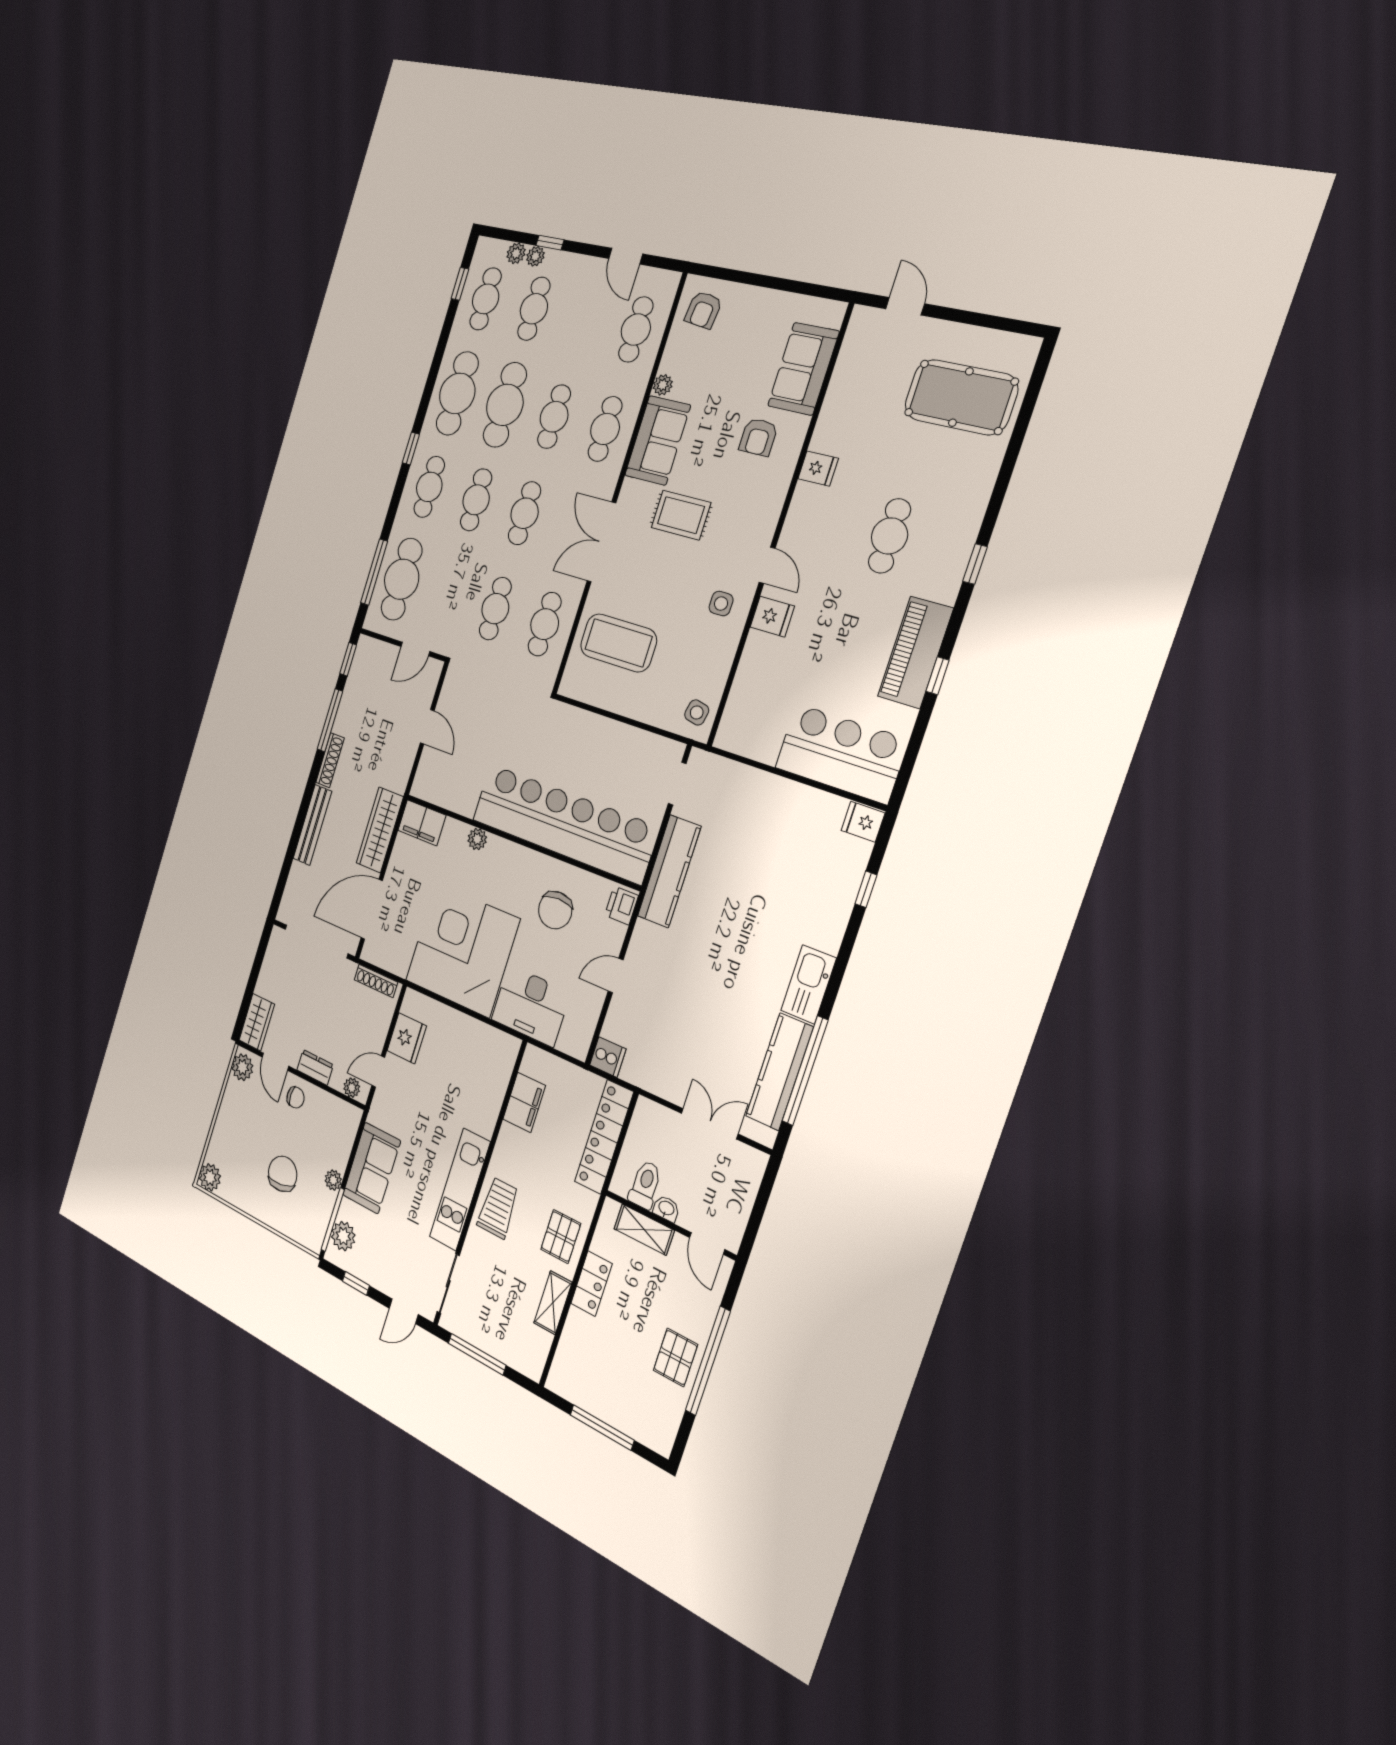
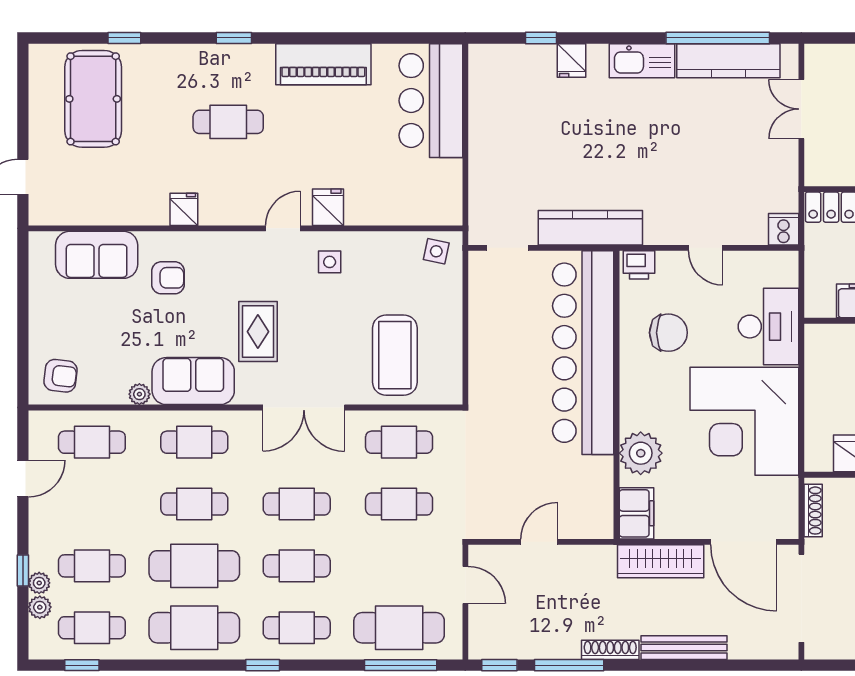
window: (937, 676) -> (124, 38), moved
fridge: (863, 822) -> (571, 60), moved
plant: (477, 839) -> (641, 453), width x1.88, depth x1.88

